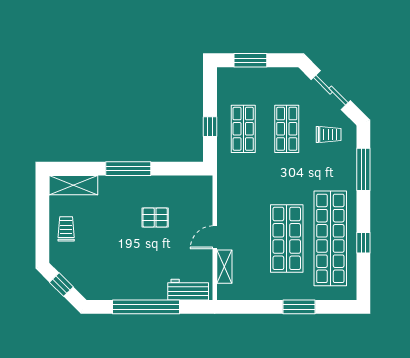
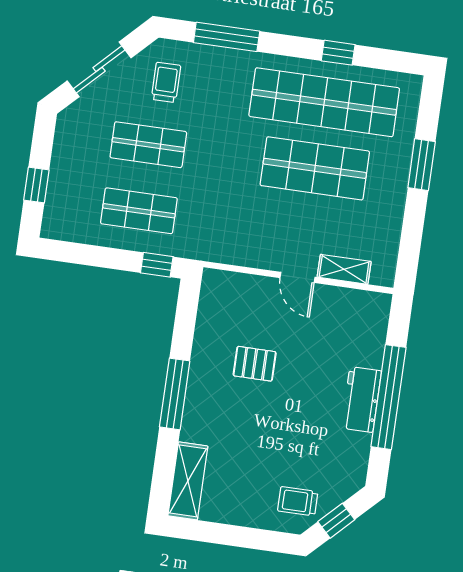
window: (250, 60) -> (36, 185), width x0.67
window: (210, 127) -> (157, 265), moved
pallet: (155, 217) -> (255, 364), turned 90
trolley: (66, 229) -> (298, 501), moved
workbench: (188, 290) -> (361, 399), moved

